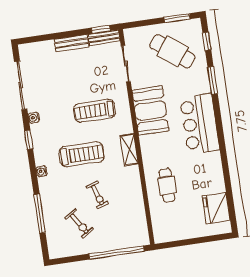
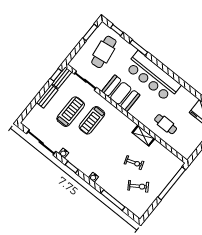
cafe table: (172, 51) -> (104, 52), turned -46
bar counter: (200, 124) -> (153, 76), width x1.36
shelving: (129, 150) -> (143, 136), moved
treadmill: (82, 154) -> (71, 112), moved

